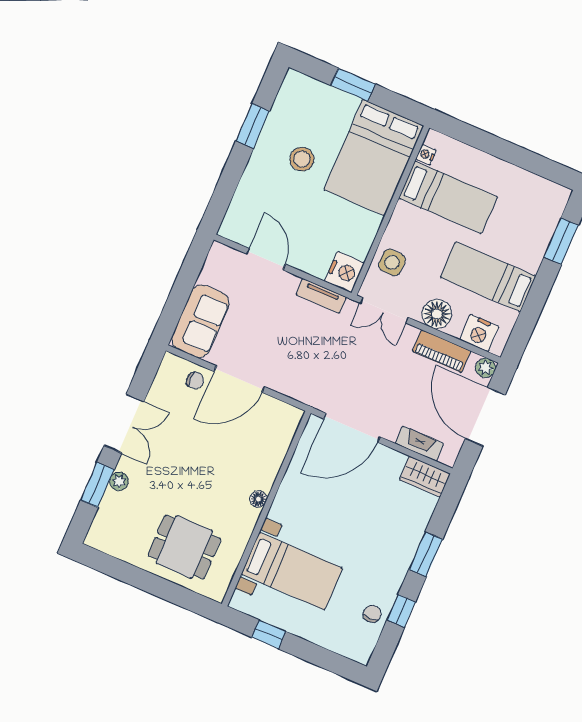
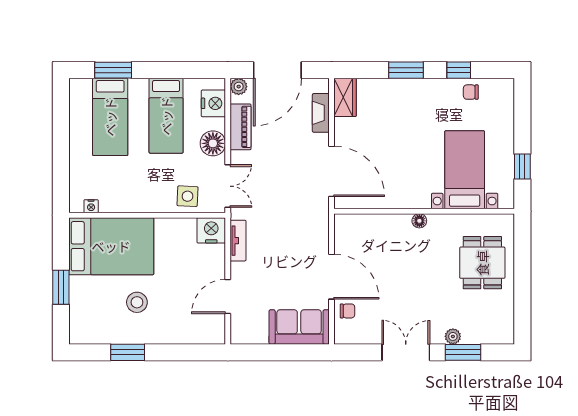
bed: (448, 197) -> (110, 117), moved, turned 180
chair: (195, 380) -> (347, 311), turned 90

